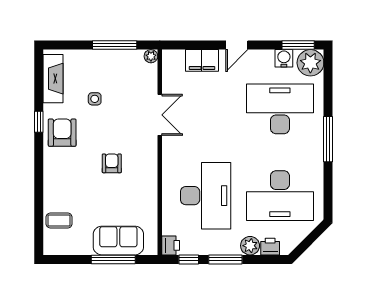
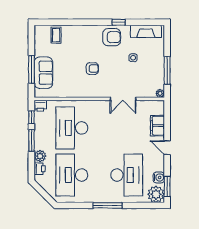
desk: (206, 196) -> (72, 128), turned 90

